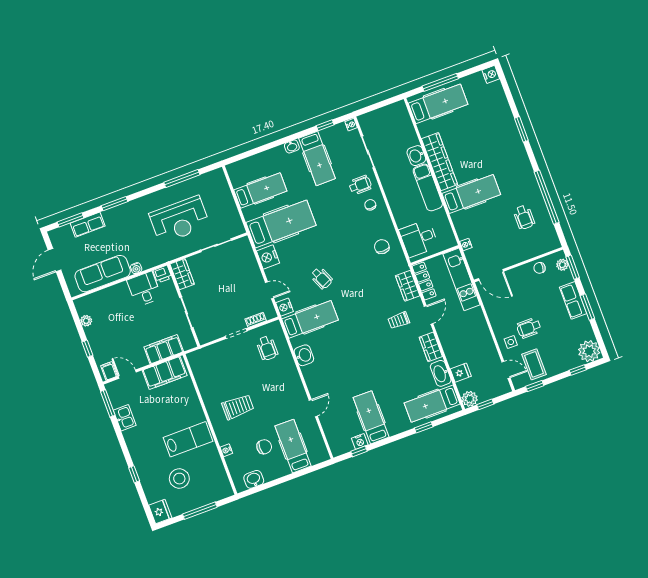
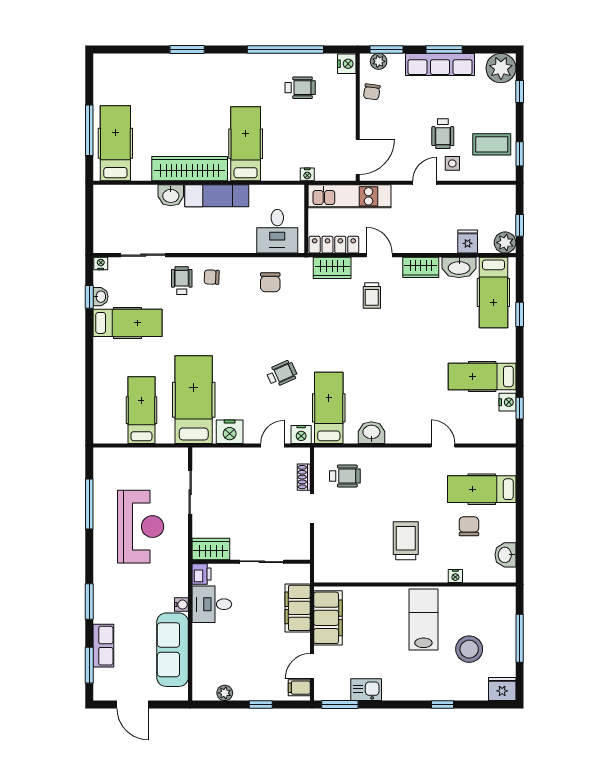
nightstand: (491, 74) -> (347, 64), moved, turned 90
washbasin: (292, 146) -> (100, 297), moved
chair: (382, 247) -> (270, 282), turned -90
row of seats: (573, 300) -> (440, 64), width x1.48
door: (506, 370) -> (425, 183), moved

